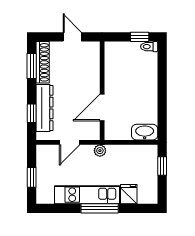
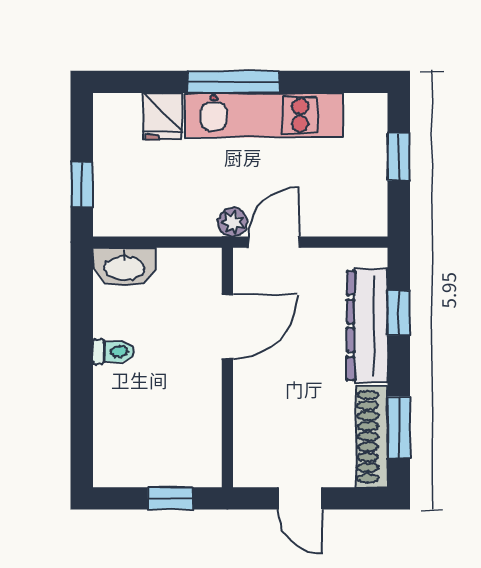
window: (140, 37) -> (170, 498), moved
toilet: (149, 47) -> (113, 352), moved
door: (70, 142) -> (274, 242), moved

